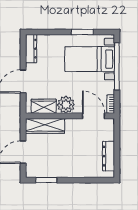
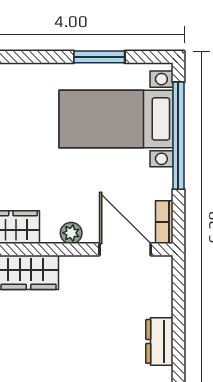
plant: (66, 105) -> (71, 233), width x0.53, depth x0.53
dresser: (109, 156) -> (159, 341), width x0.70

